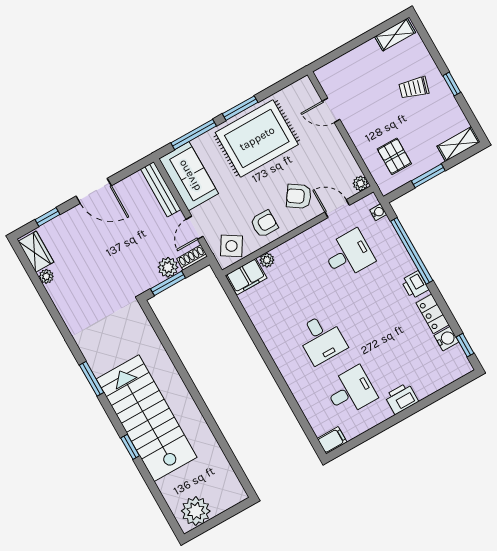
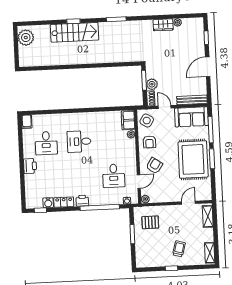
shelving: (458, 144) -> (208, 216), moved
wardrobe: (36, 252) -> (163, 25), moved
stairs: (147, 418) -> (75, 32), width x0.73, depth x0.66

